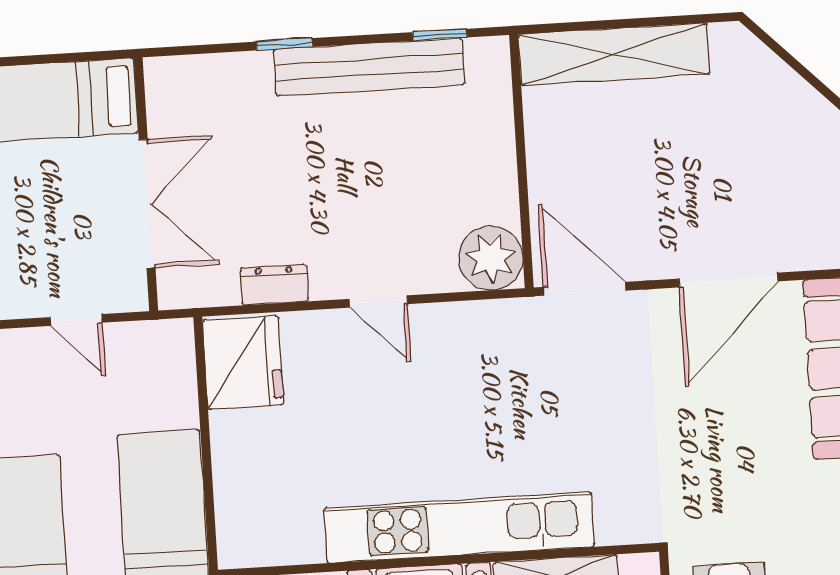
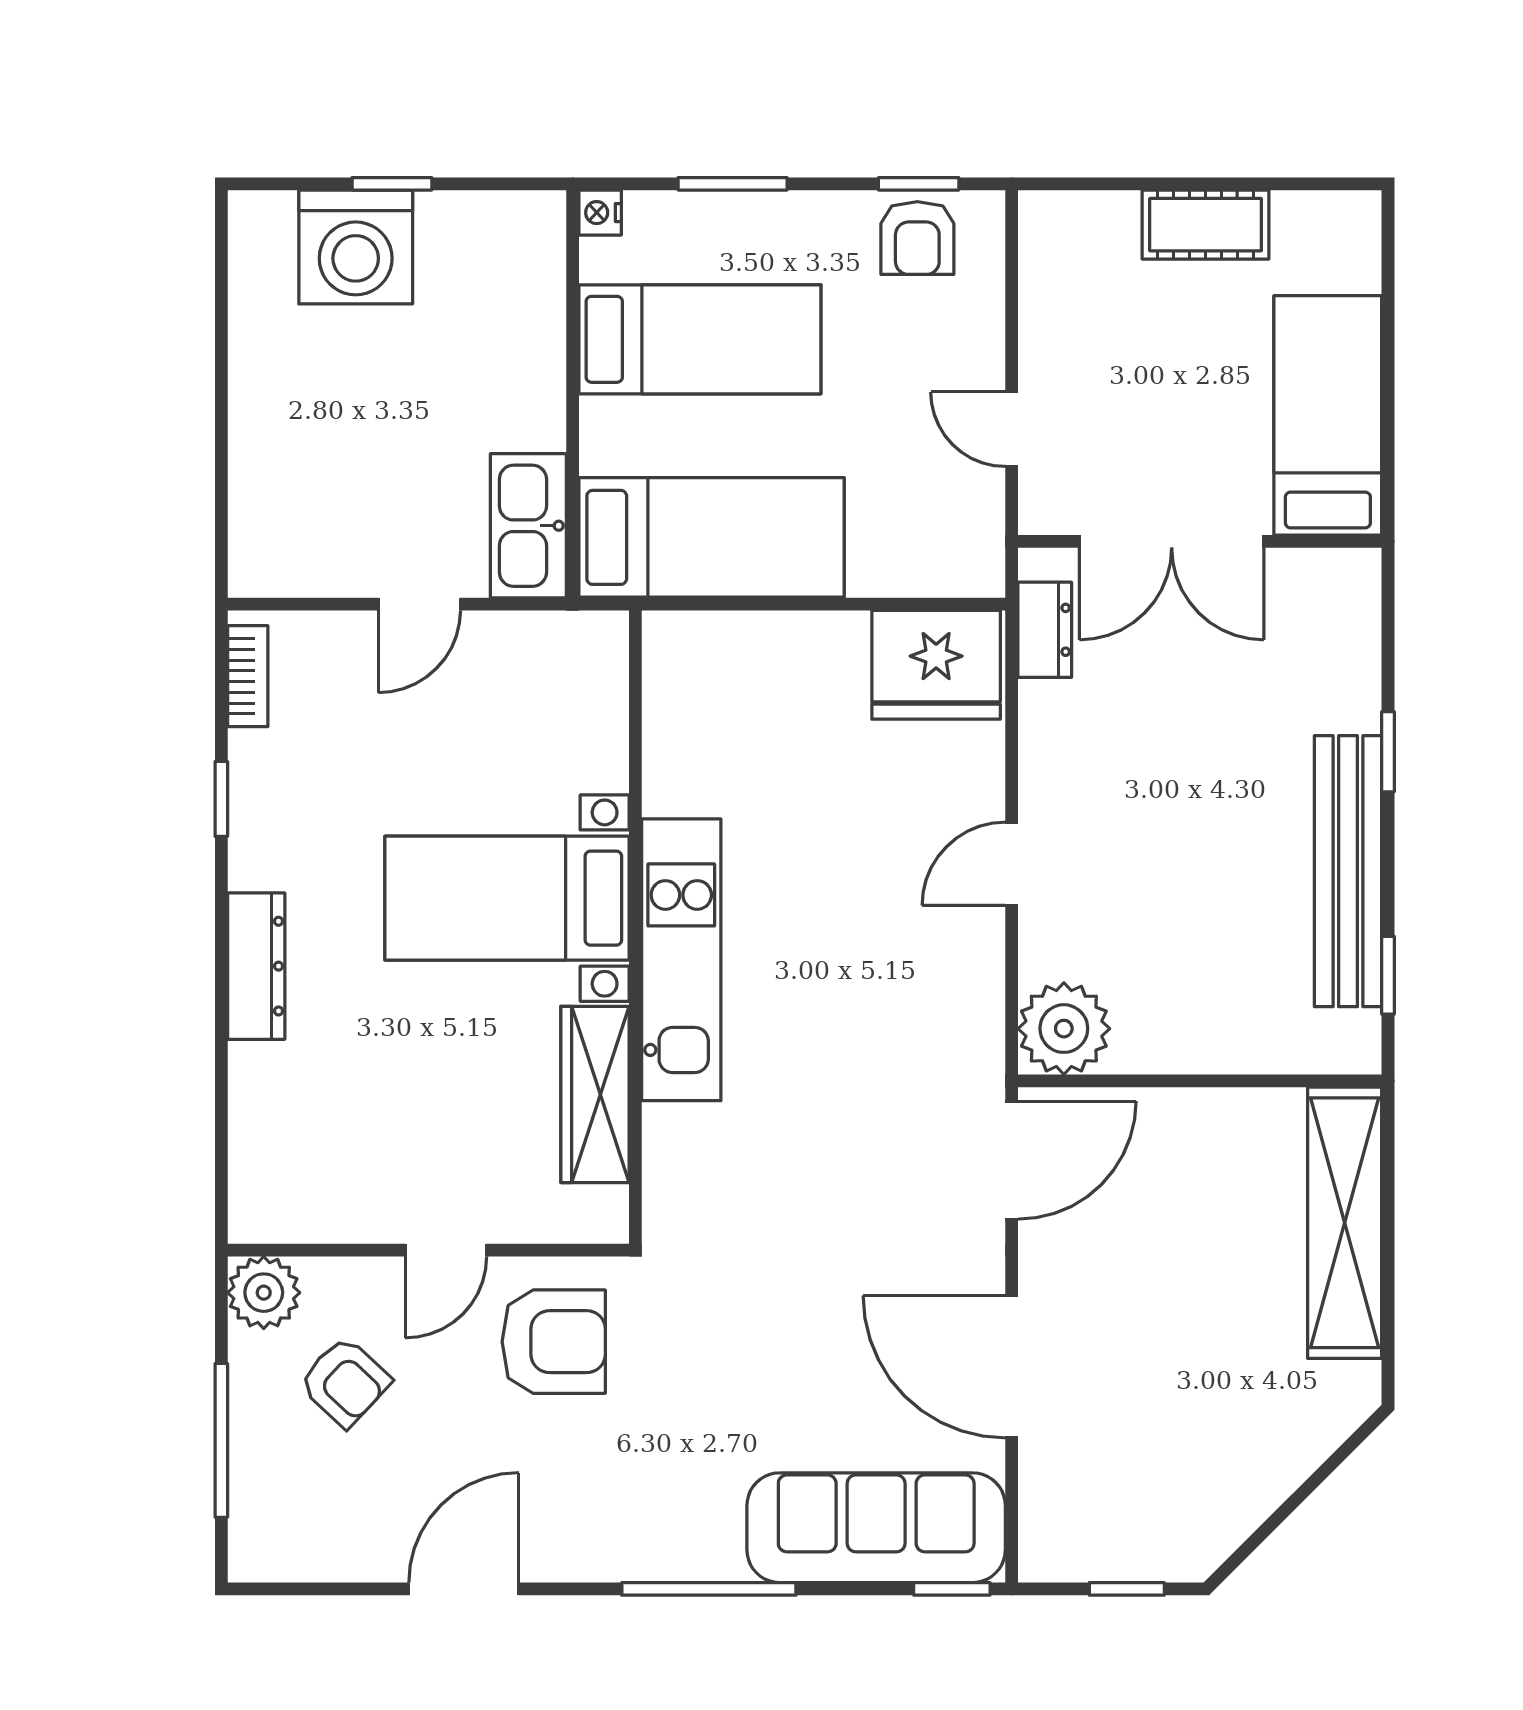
dresser: (274, 285) -> (1045, 630), moved
door: (76, 320) -> (1012, 429), hinge flipped
kitchen unit: (459, 527) -> (681, 960), width x0.73

